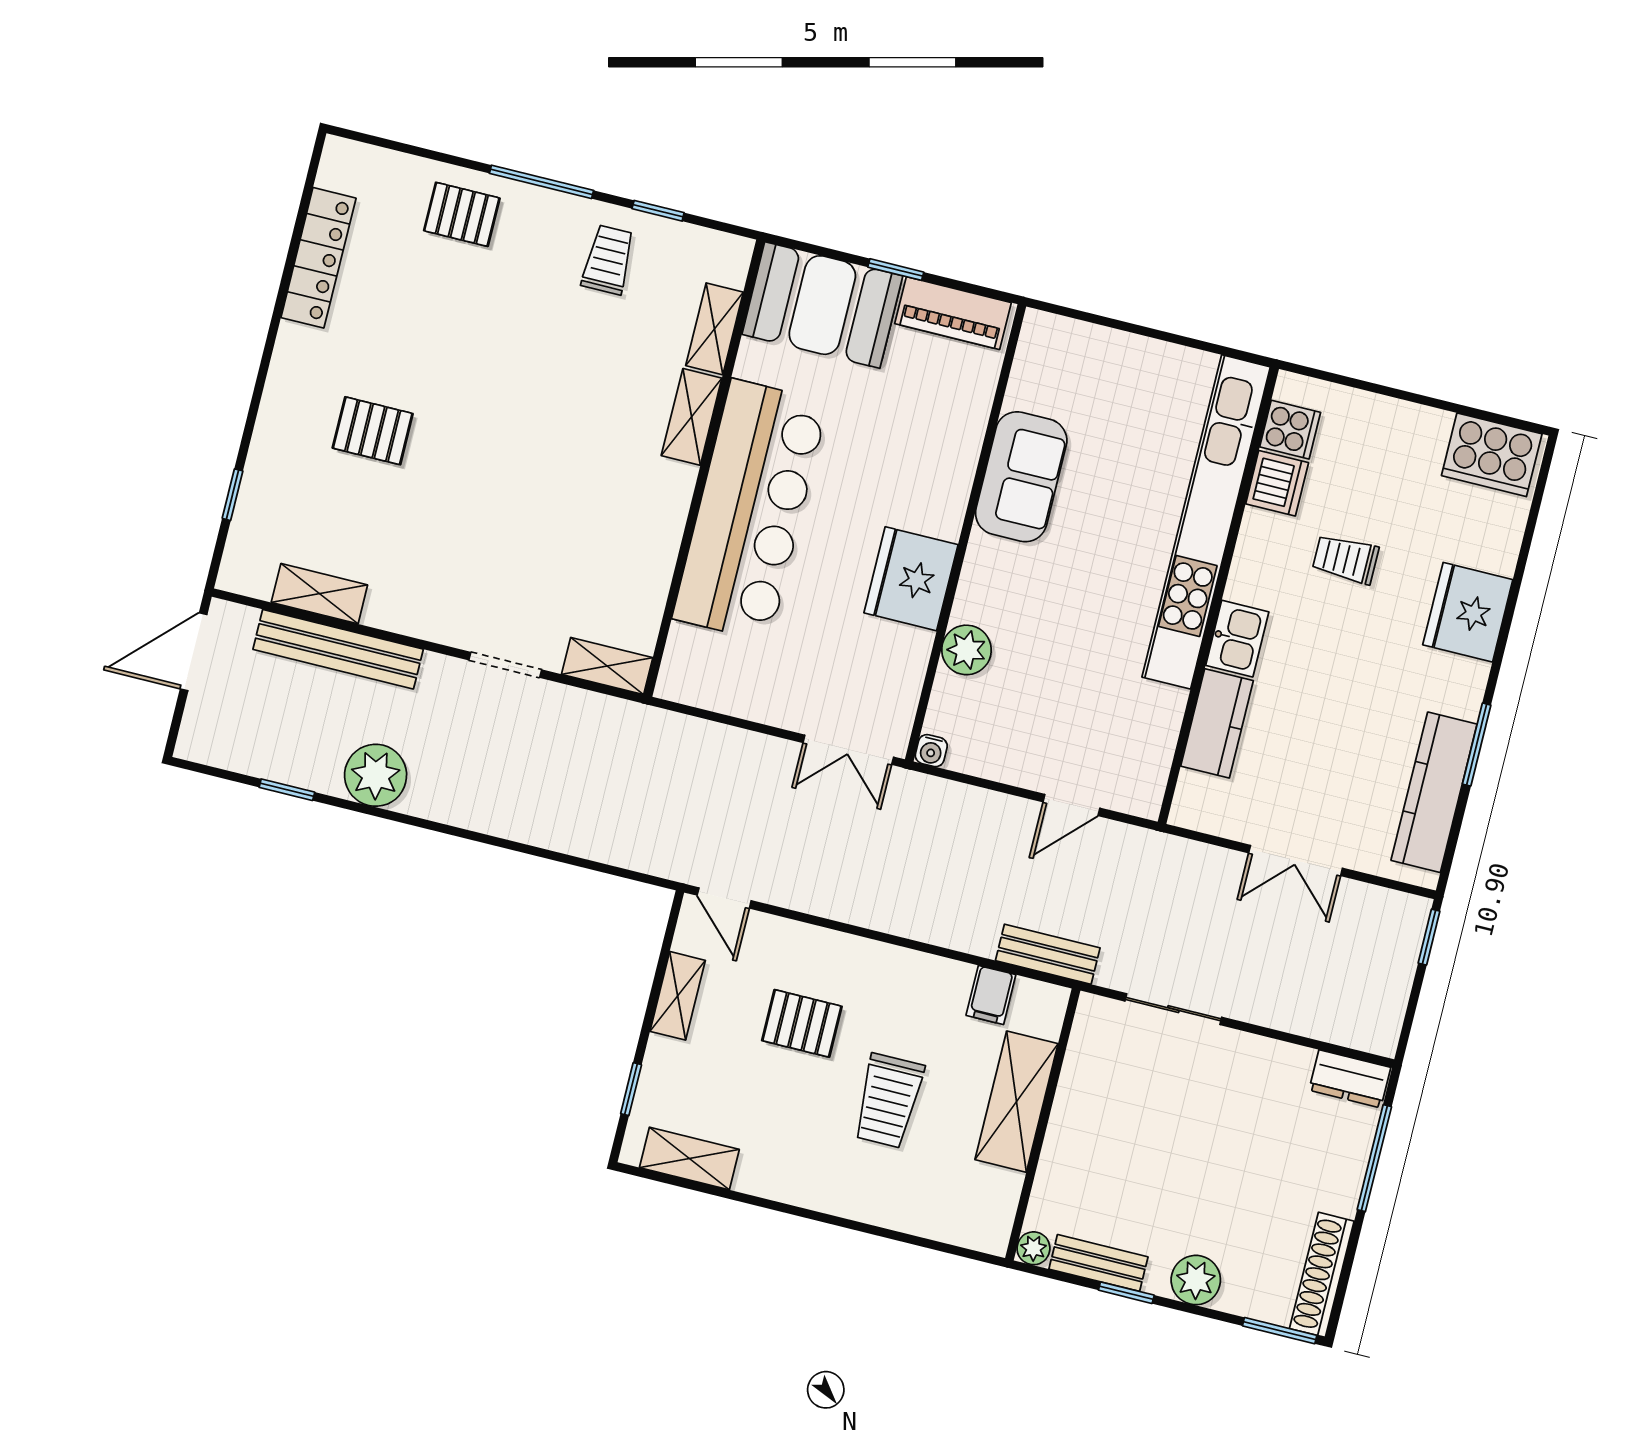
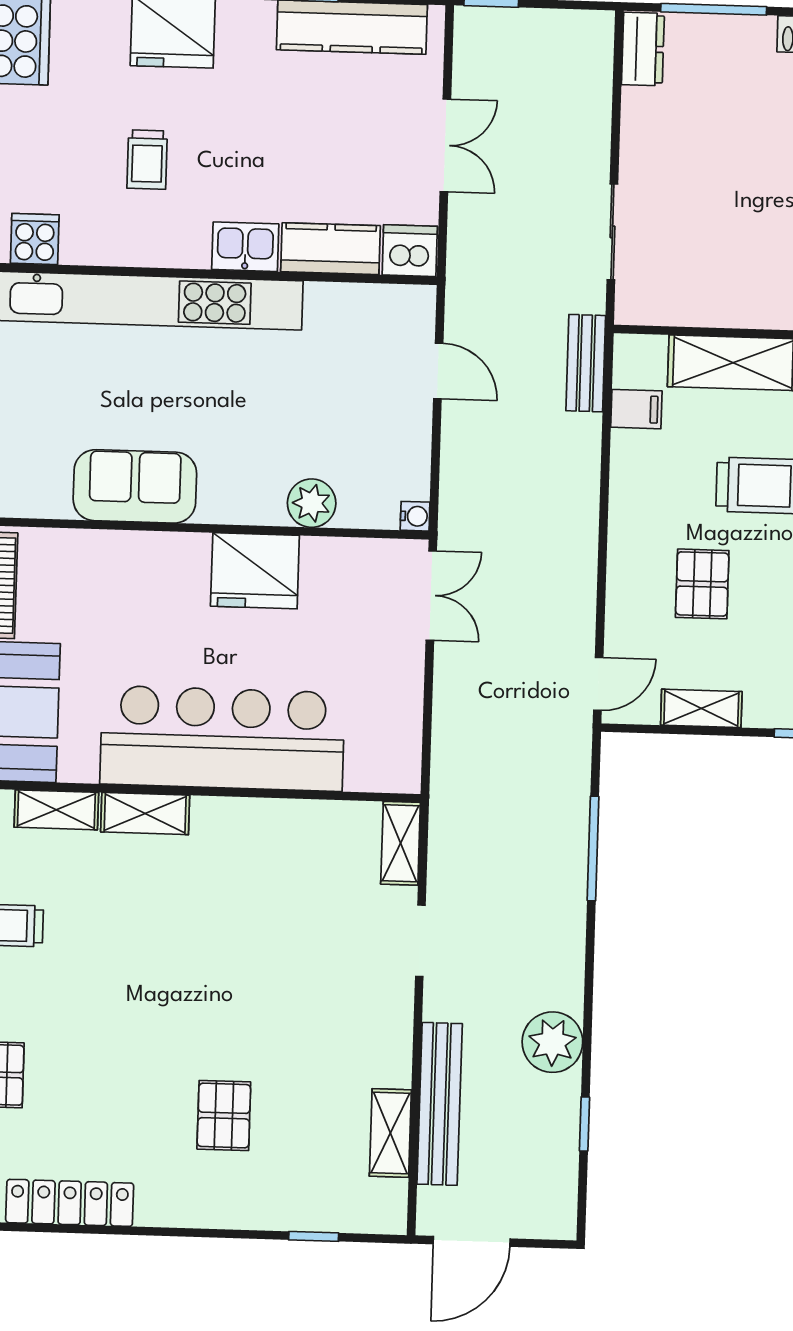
dishwasher: (1277, 483) -> (410, 251), moved
door: (194, 652) -> (472, 1241), hinge flipped
window: (561, 858) -> (593, 848), added

